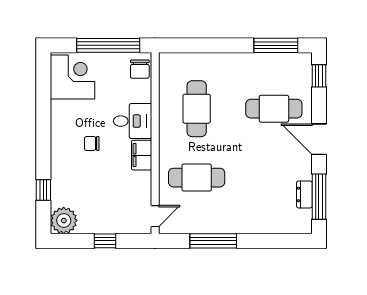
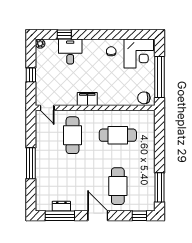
desk: (133, 121) -> (70, 51), moved, turned 180
door: (319, 139) -> (98, 216), hinge flipped
chair: (92, 144) -> (111, 51), moved
plant: (64, 220) -> (40, 44), width x0.53, depth x0.53
window: (213, 241) -> (31, 163), moved

